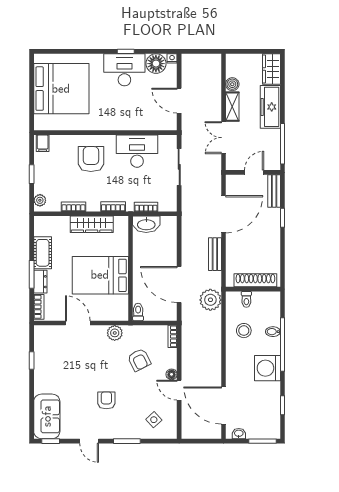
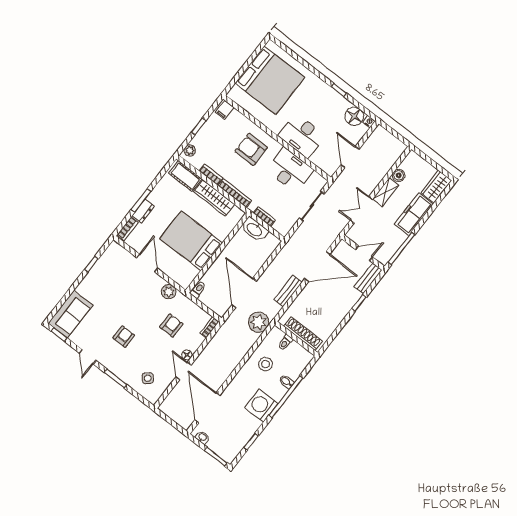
desk: (124, 70) -> (302, 136), moved, turned 180
armchair: (91, 159) -> (251, 149), turned -90
bookcase: (113, 207) -> (235, 193), width x1.56
cot: (43, 253) -> (185, 176), moved, turned 90
armchair: (139, 360) -> (171, 325), turned -153

